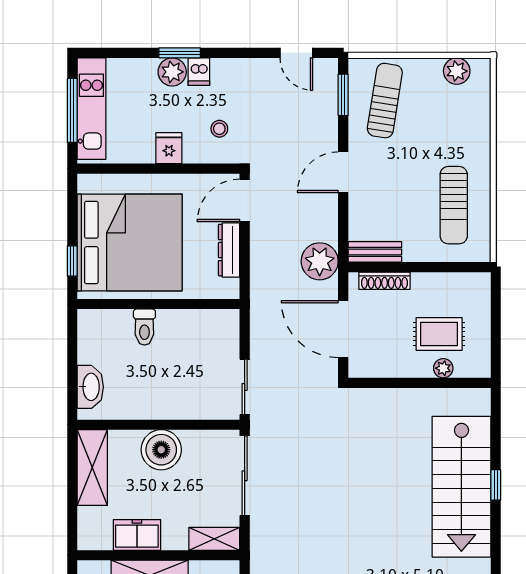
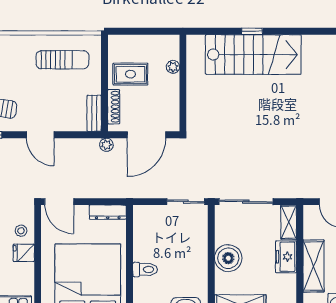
stool: (219, 129) -> (21, 231), moved
dresser: (229, 250) -> (108, 212), moved
plant: (320, 261) -> (106, 145), width x0.53, depth x0.53
rug: (439, 334) -> (130, 74), moved, turned 90
freezer: (137, 535) -> (286, 257), moved

